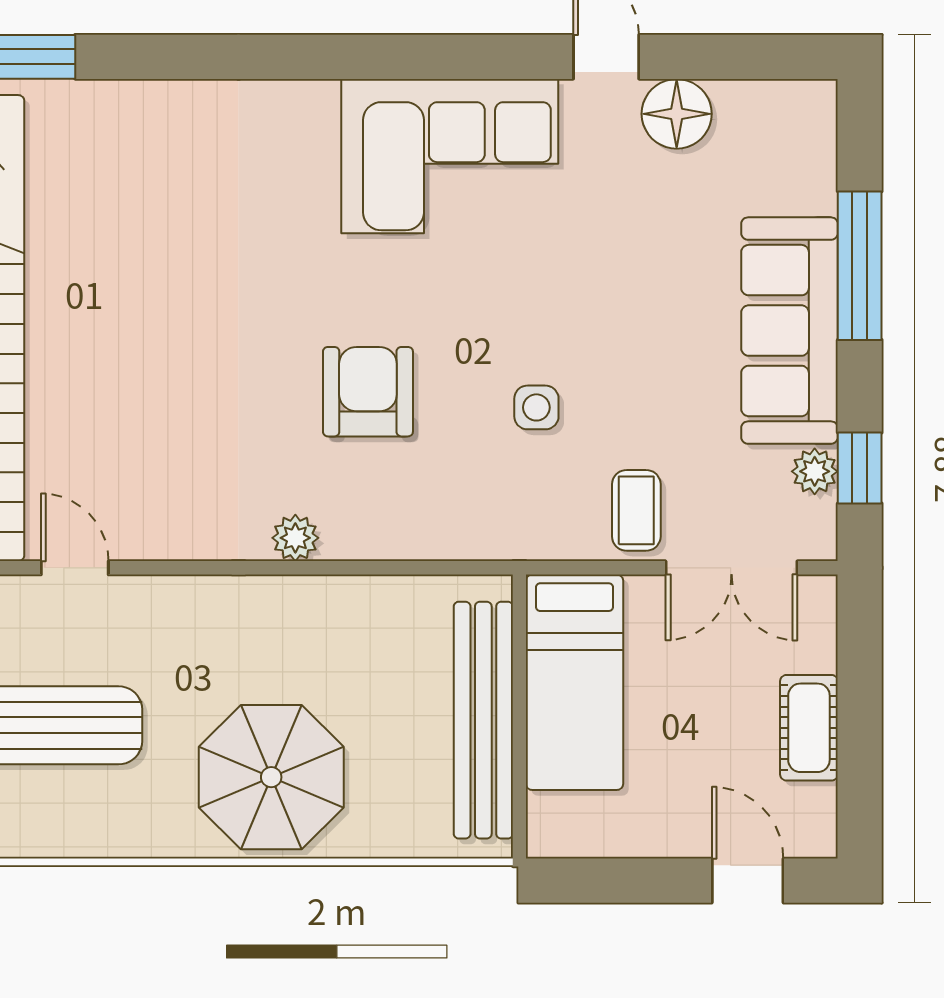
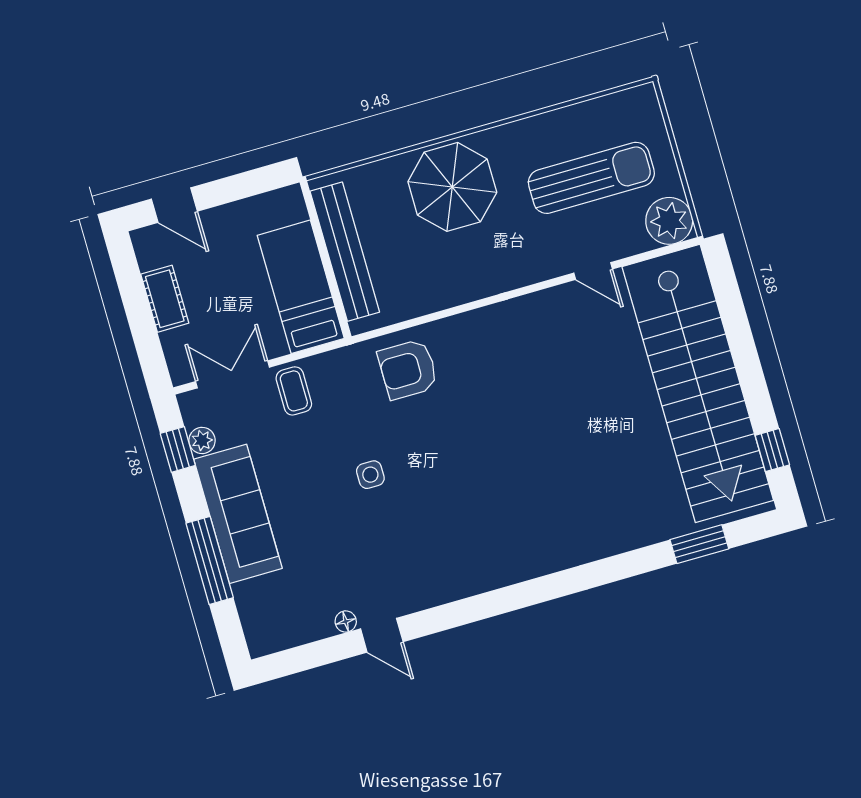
floor lamp: (677, 114) -> (346, 622), width x0.53, depth x0.53
corner sofa: (450, 156) -> (452, 556), removed
armchair: (368, 392) -> (408, 369), moved, turned 90
side table: (536, 407) -> (370, 475), moved
plant: (295, 538) -> (477, 322), removed

